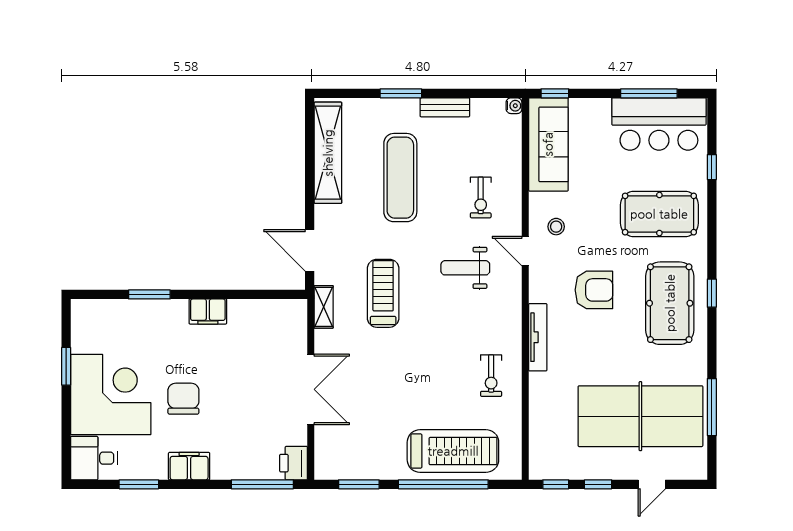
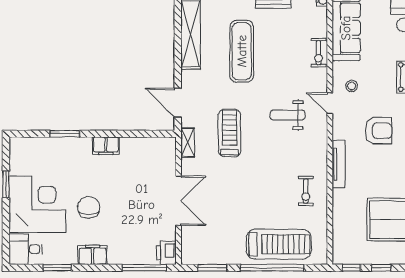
exercise bike: (481, 197) -> (319, 53), moved

